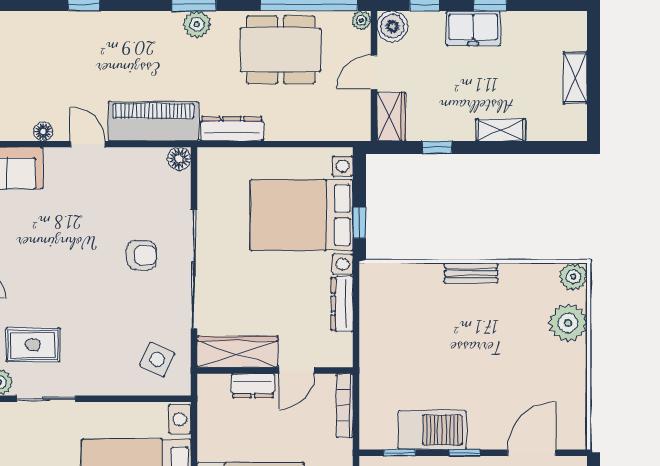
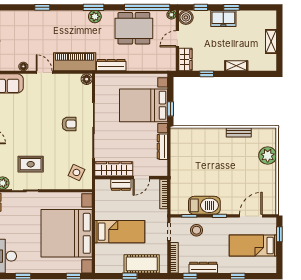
bench: (471, 273) -> (239, 132), moved
plant: (573, 277) -> (270, 134), removed
rug: (33, 345) -> (31, 164), moved

